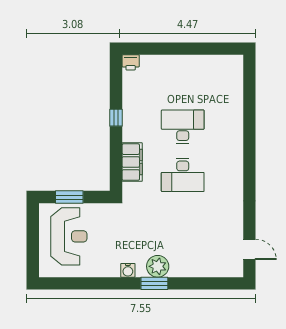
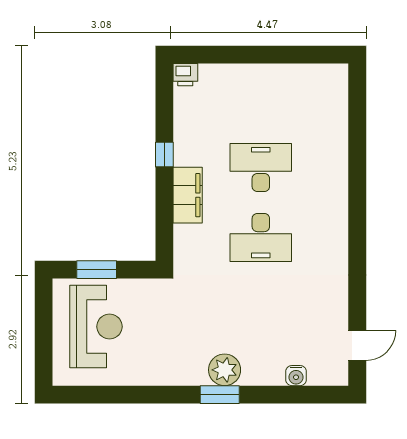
filing cabinet: (132, 162) -> (188, 195), moved
door: (249, 249) -> (357, 345), hinge flipped
water cooler: (128, 270) -> (296, 376), moved

